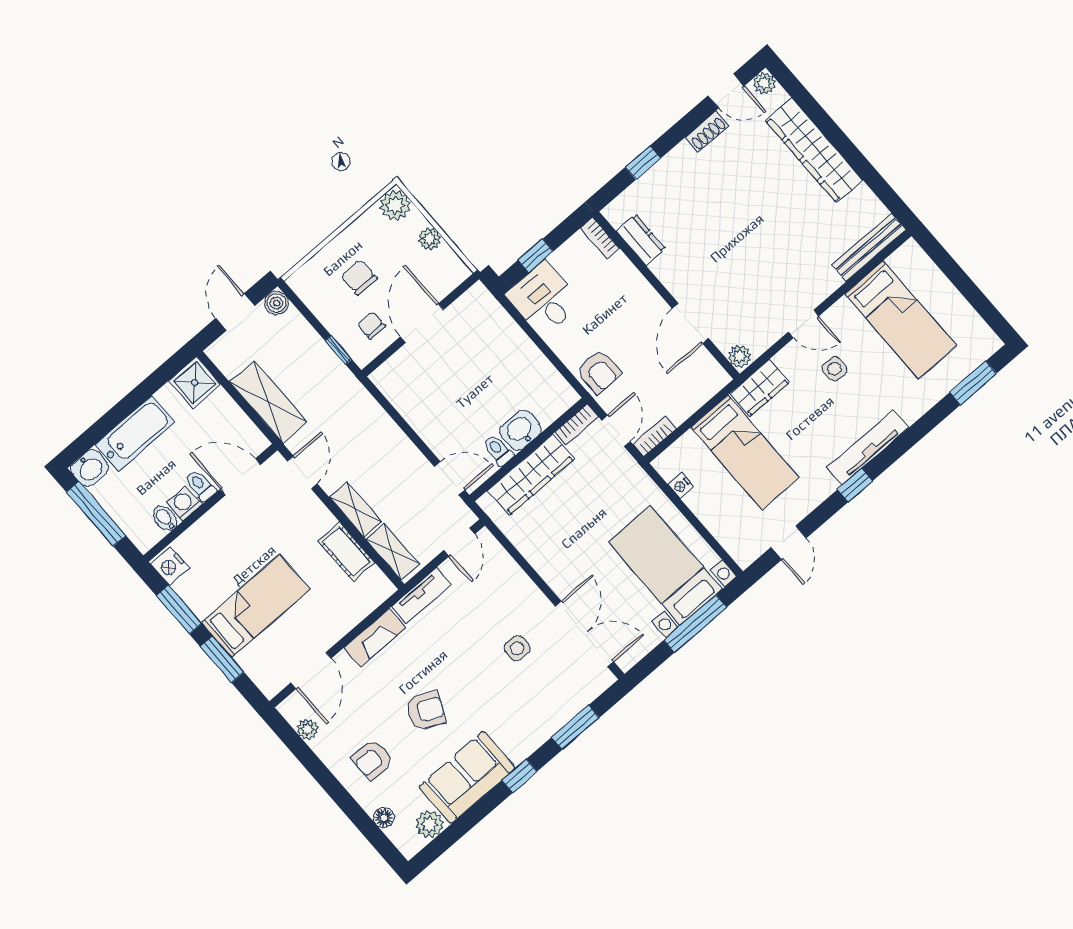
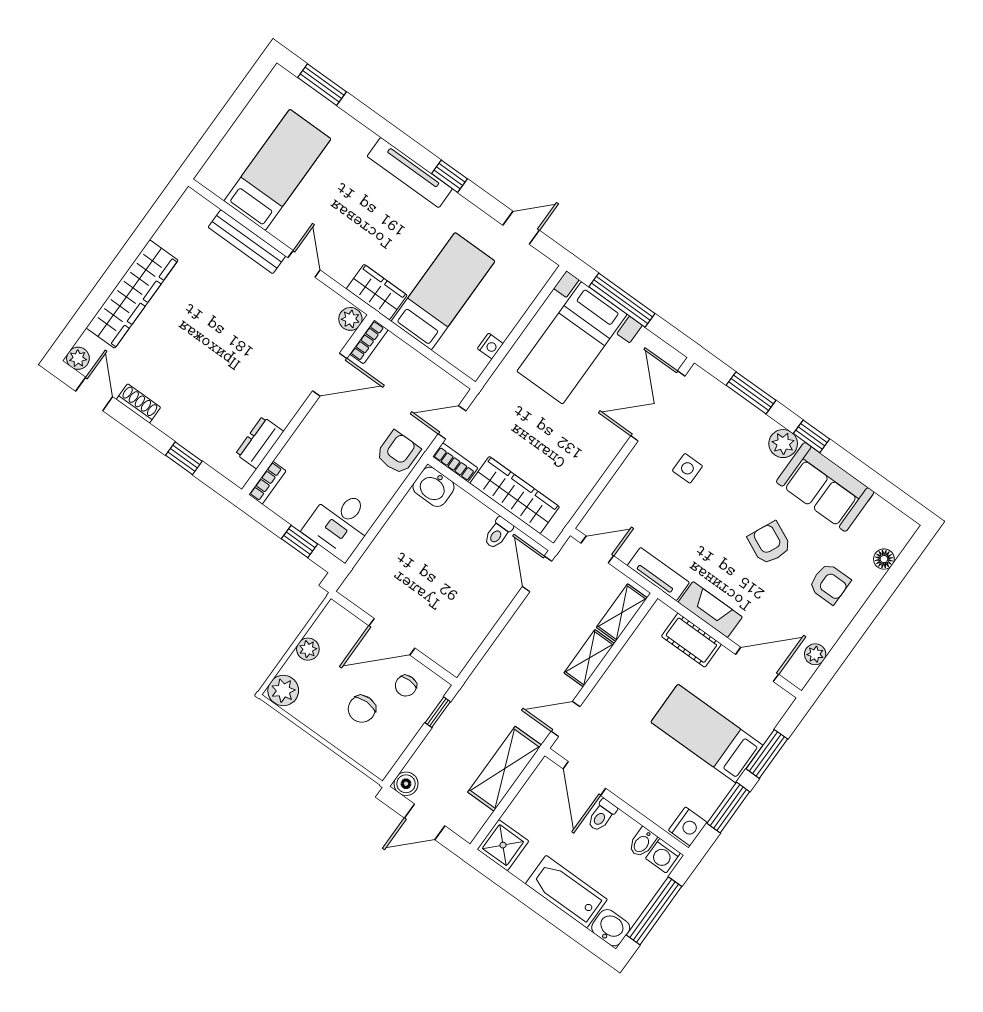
bench: (869, 247) -> (247, 242), moved
side table: (834, 369) -> (341, 223), removed
washbasin: (521, 430) -> (433, 487), moved
bookcase: (654, 437) -> (369, 342), moved, turned -90
washing machine: (184, 503) -> (663, 856), moved
cot: (346, 552) -> (691, 640), moved, turned 90
plant: (430, 824) -> (783, 444), moved

